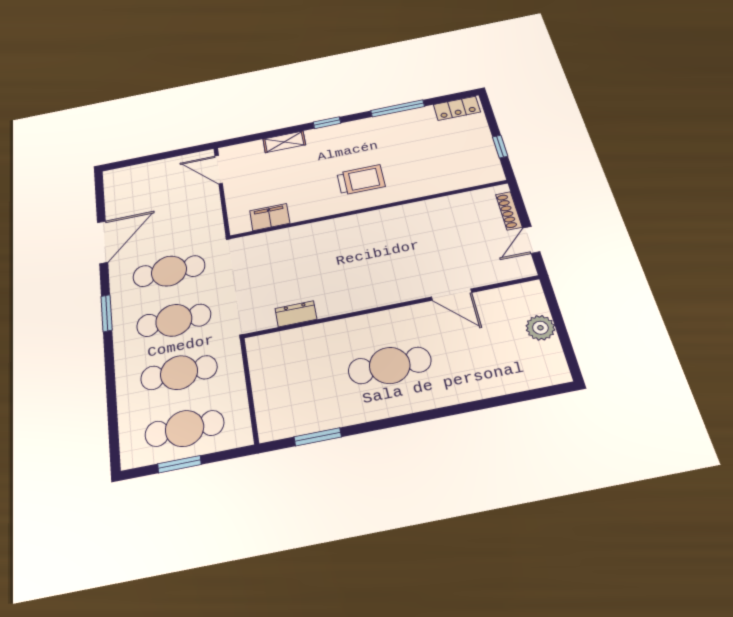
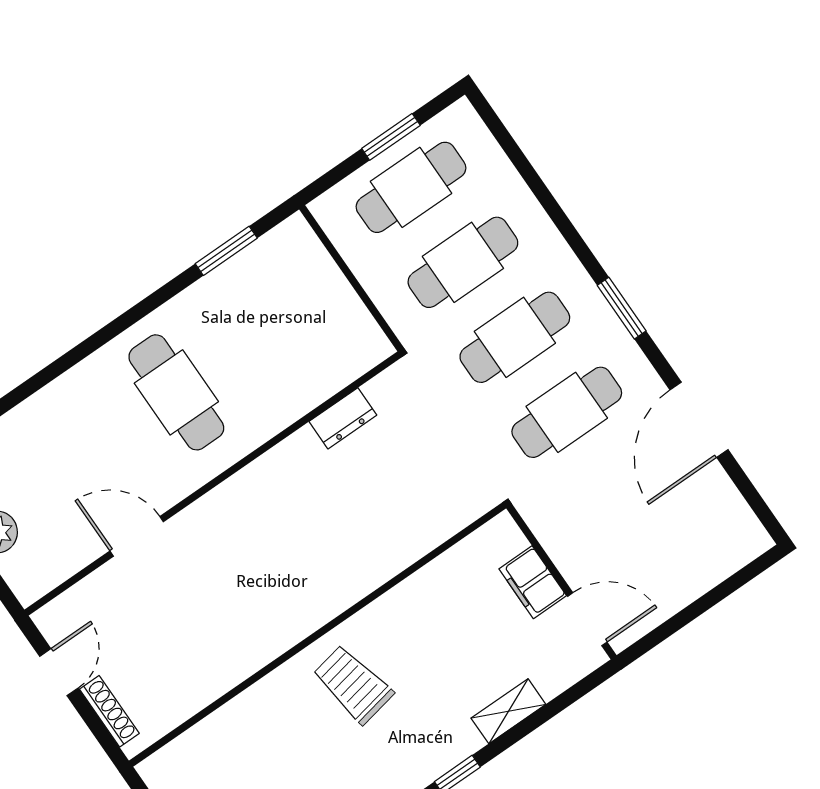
trolley: (361, 180) -> (353, 684), turned 79
filing cabinet: (270, 217) -> (533, 582), moved, turned 90
cafe table: (390, 365) -> (176, 392), turned 90

